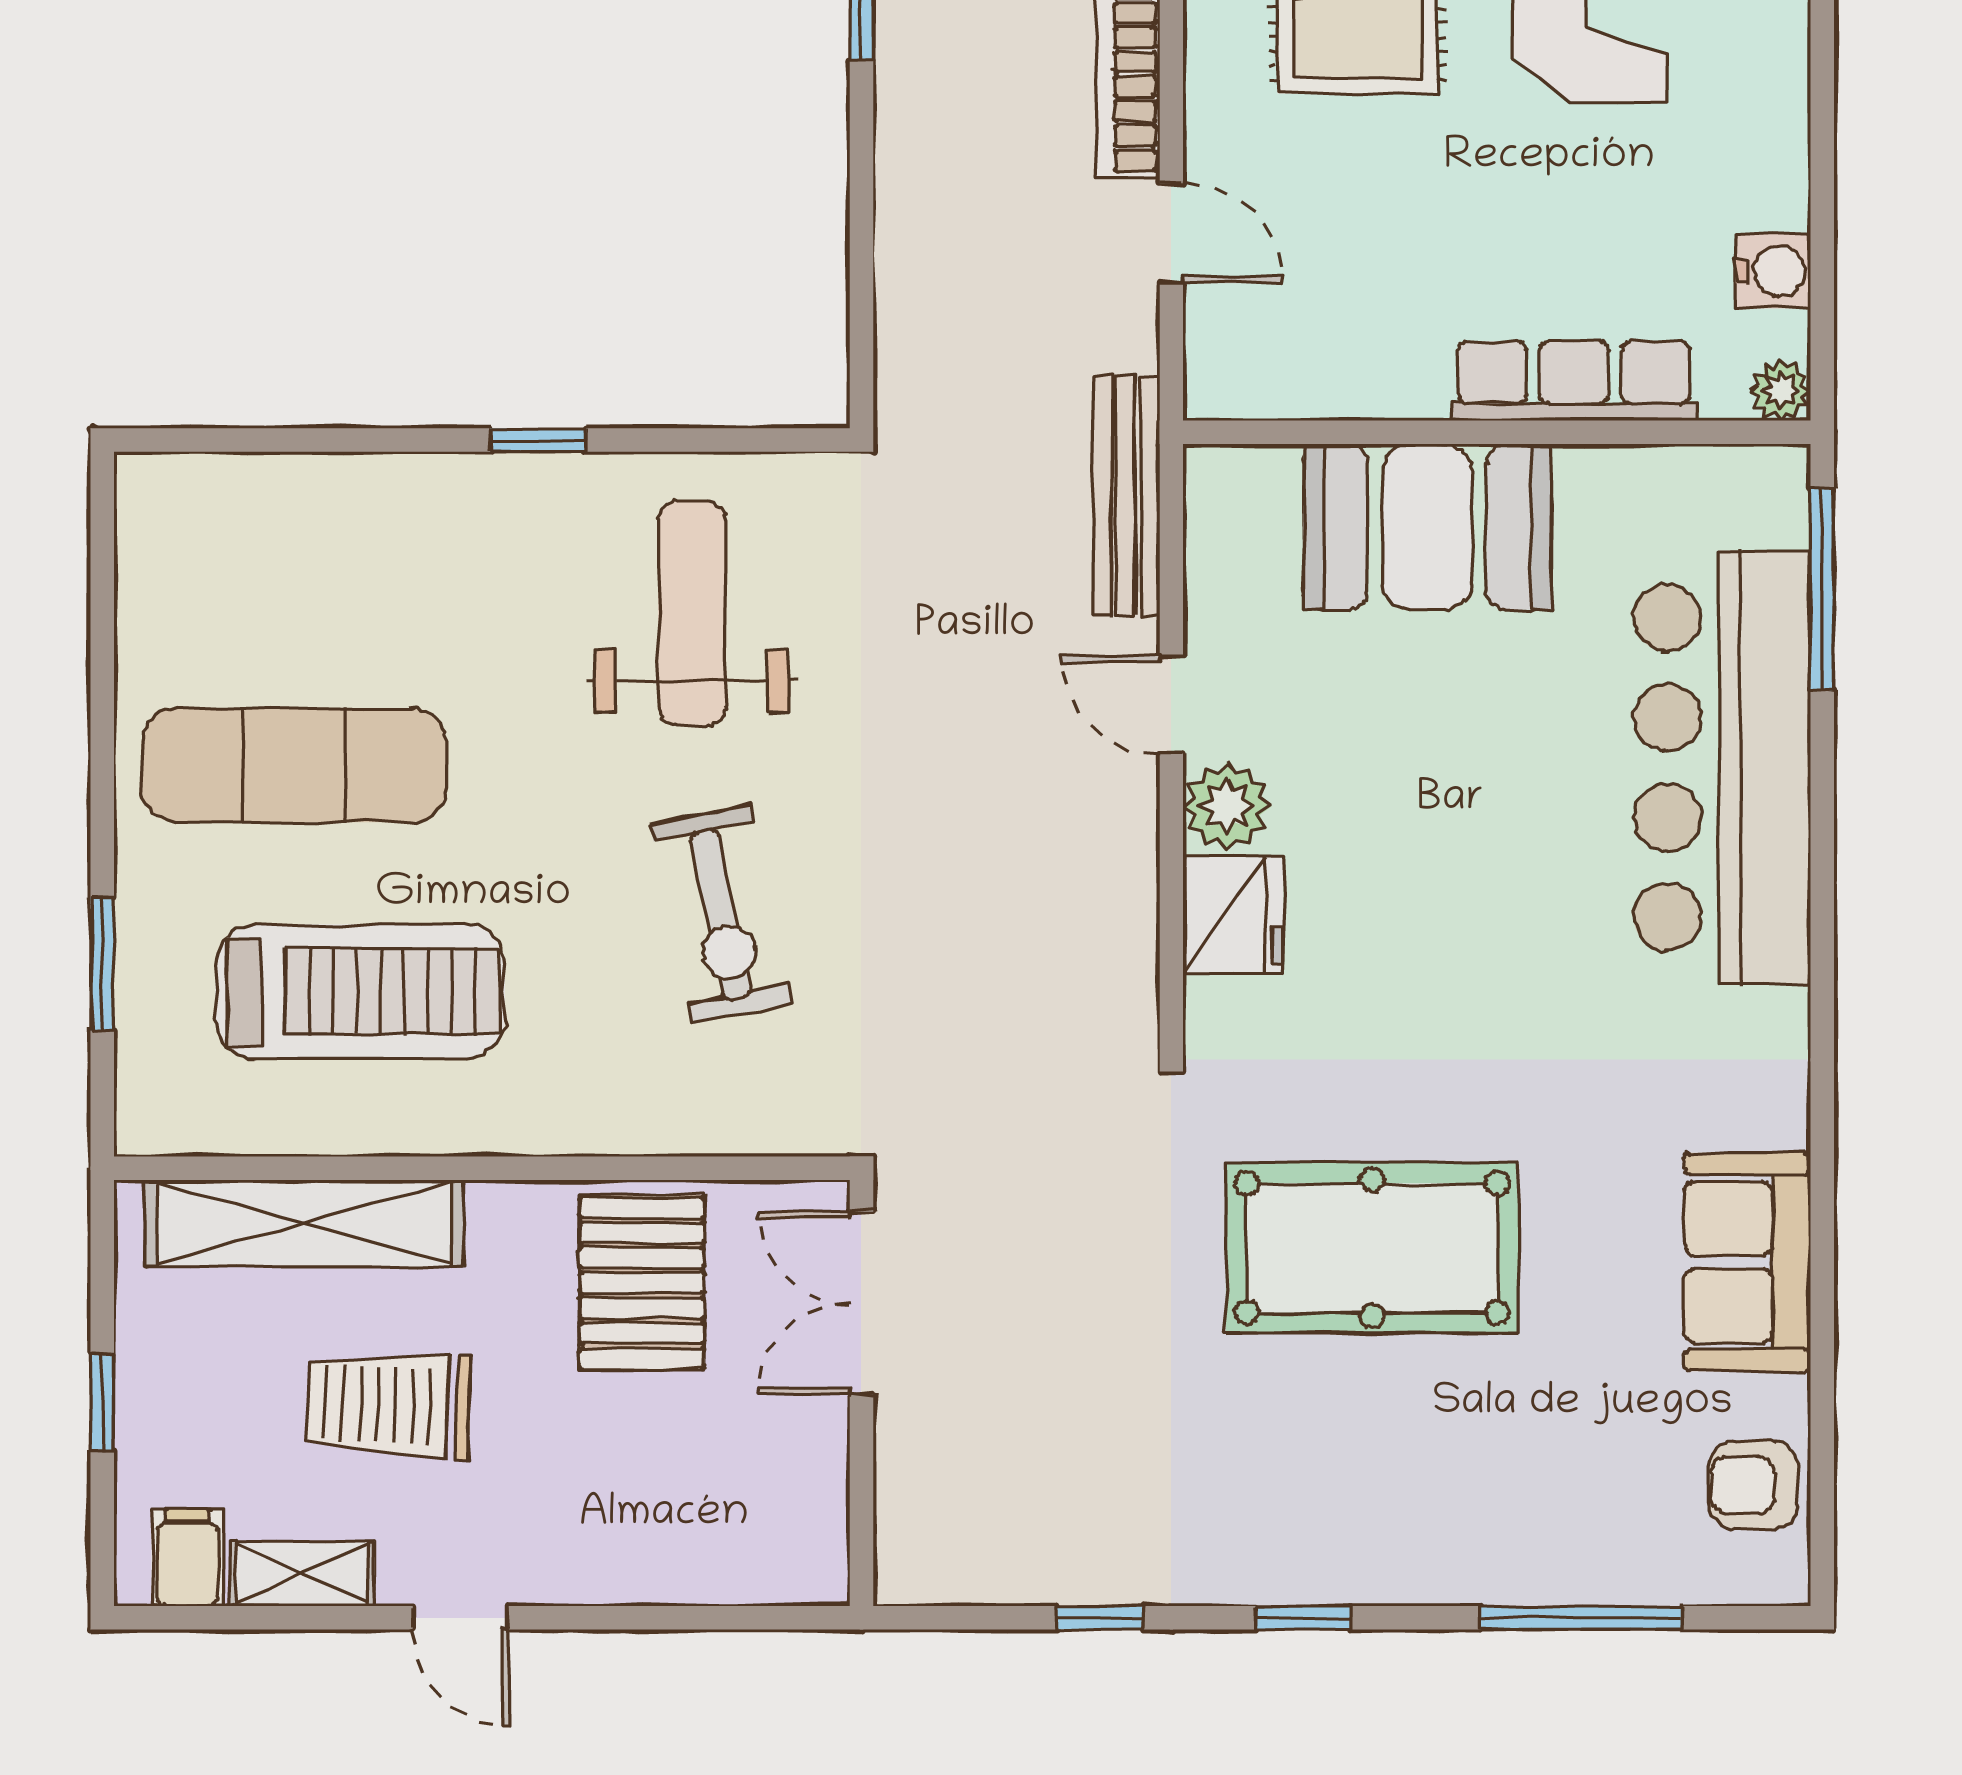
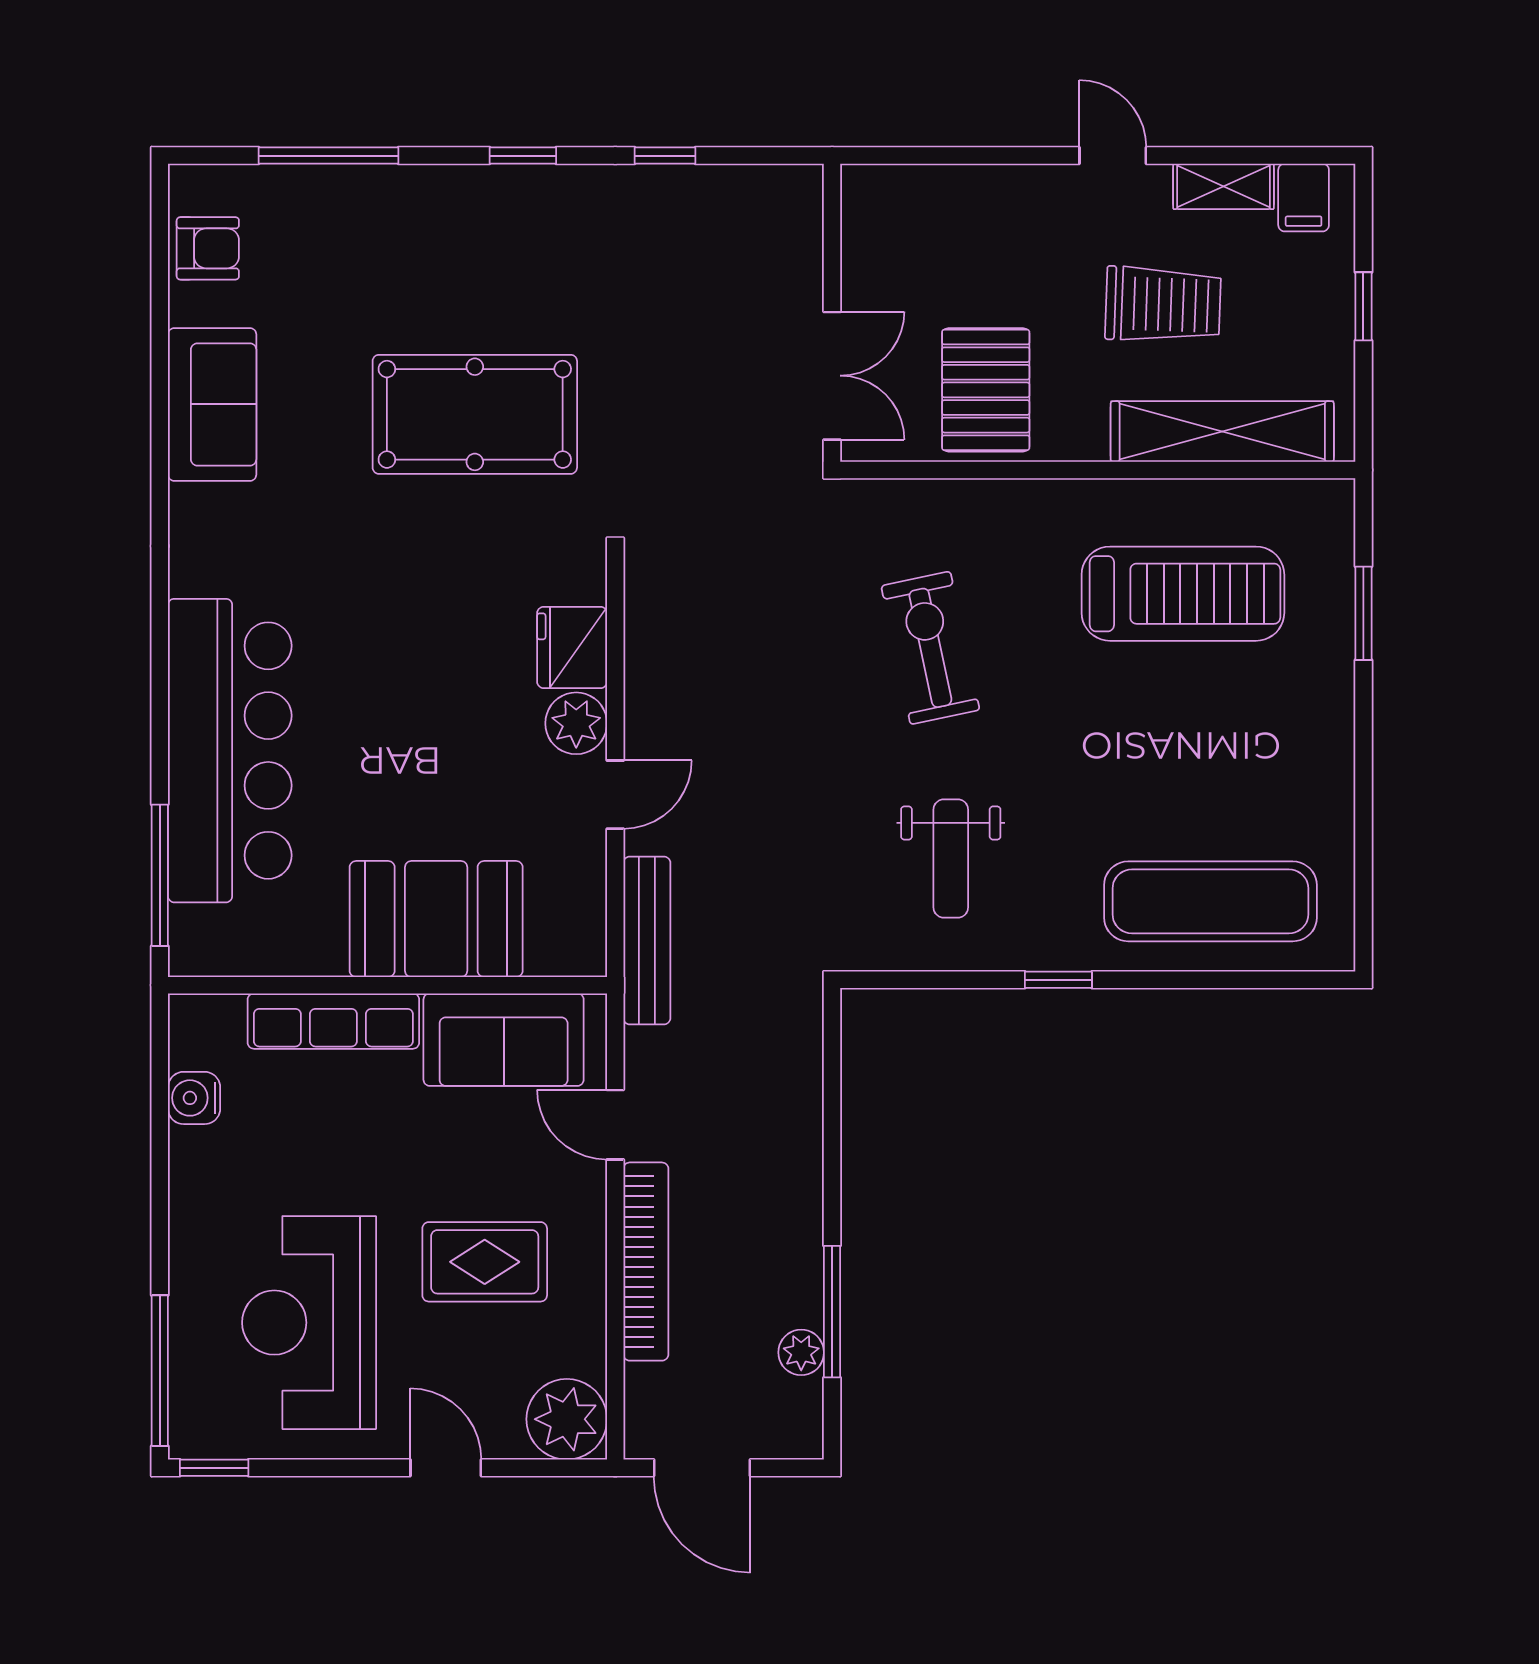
sofa: (1331, 354) -> (504, 1040), added
plant: (1780, 390) -> (189, 1014), removed
weight bench: (692, 613) -> (951, 859), width x0.73, depth x0.75
door: (1171, 705) -> (615, 795), hinge flipped
exercise mat: (294, 765) -> (1210, 901), moved
treadmill: (360, 992) -> (1183, 594), turned 180

